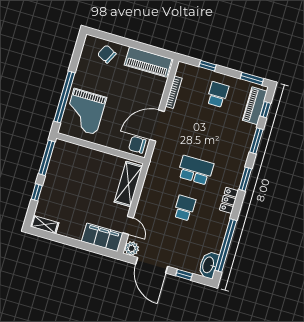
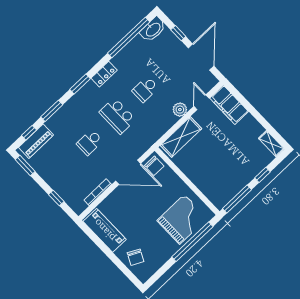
school desk: (218, 95) -> (90, 142), moved
plant: (132, 248) -> (180, 110), moved

